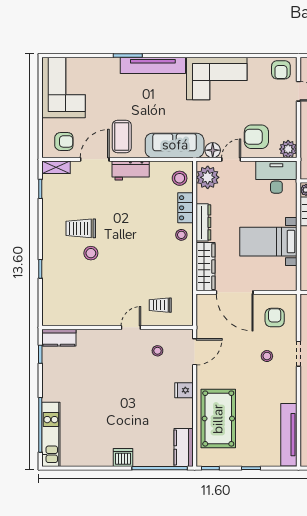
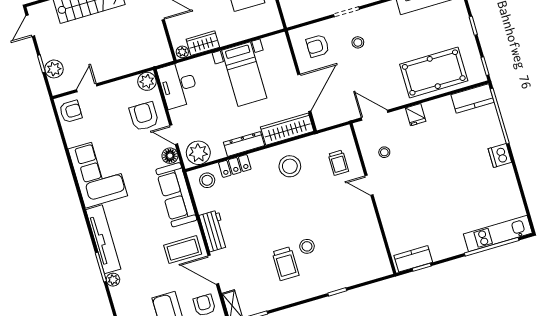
plant: (113, 63) -> (113, 280), added
armchair: (256, 137) -> (144, 116), turned 180
stool: (181, 235) -> (290, 166), moved, width x1.89, depth x1.89
kitchen counter: (59, 338) -> (413, 259), moved, turned -90

